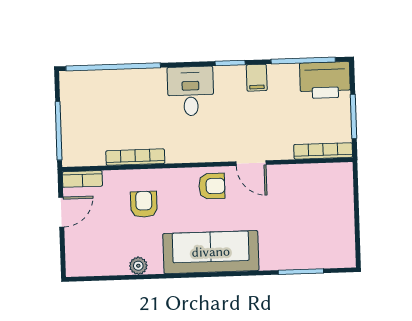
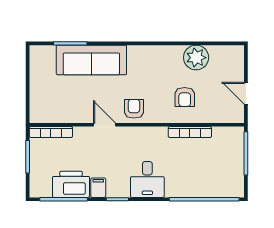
printer: (325, 80) -> (71, 184), moved
bookcase: (82, 179) -> (230, 117), removed
armchair: (212, 186) -> (134, 109), turned 90
door: (61, 212) -> (246, 93), hinge flipped
sofa: (211, 252) -> (91, 60), moved
plant: (138, 266) -> (196, 58), width x1.87, depth x1.87

